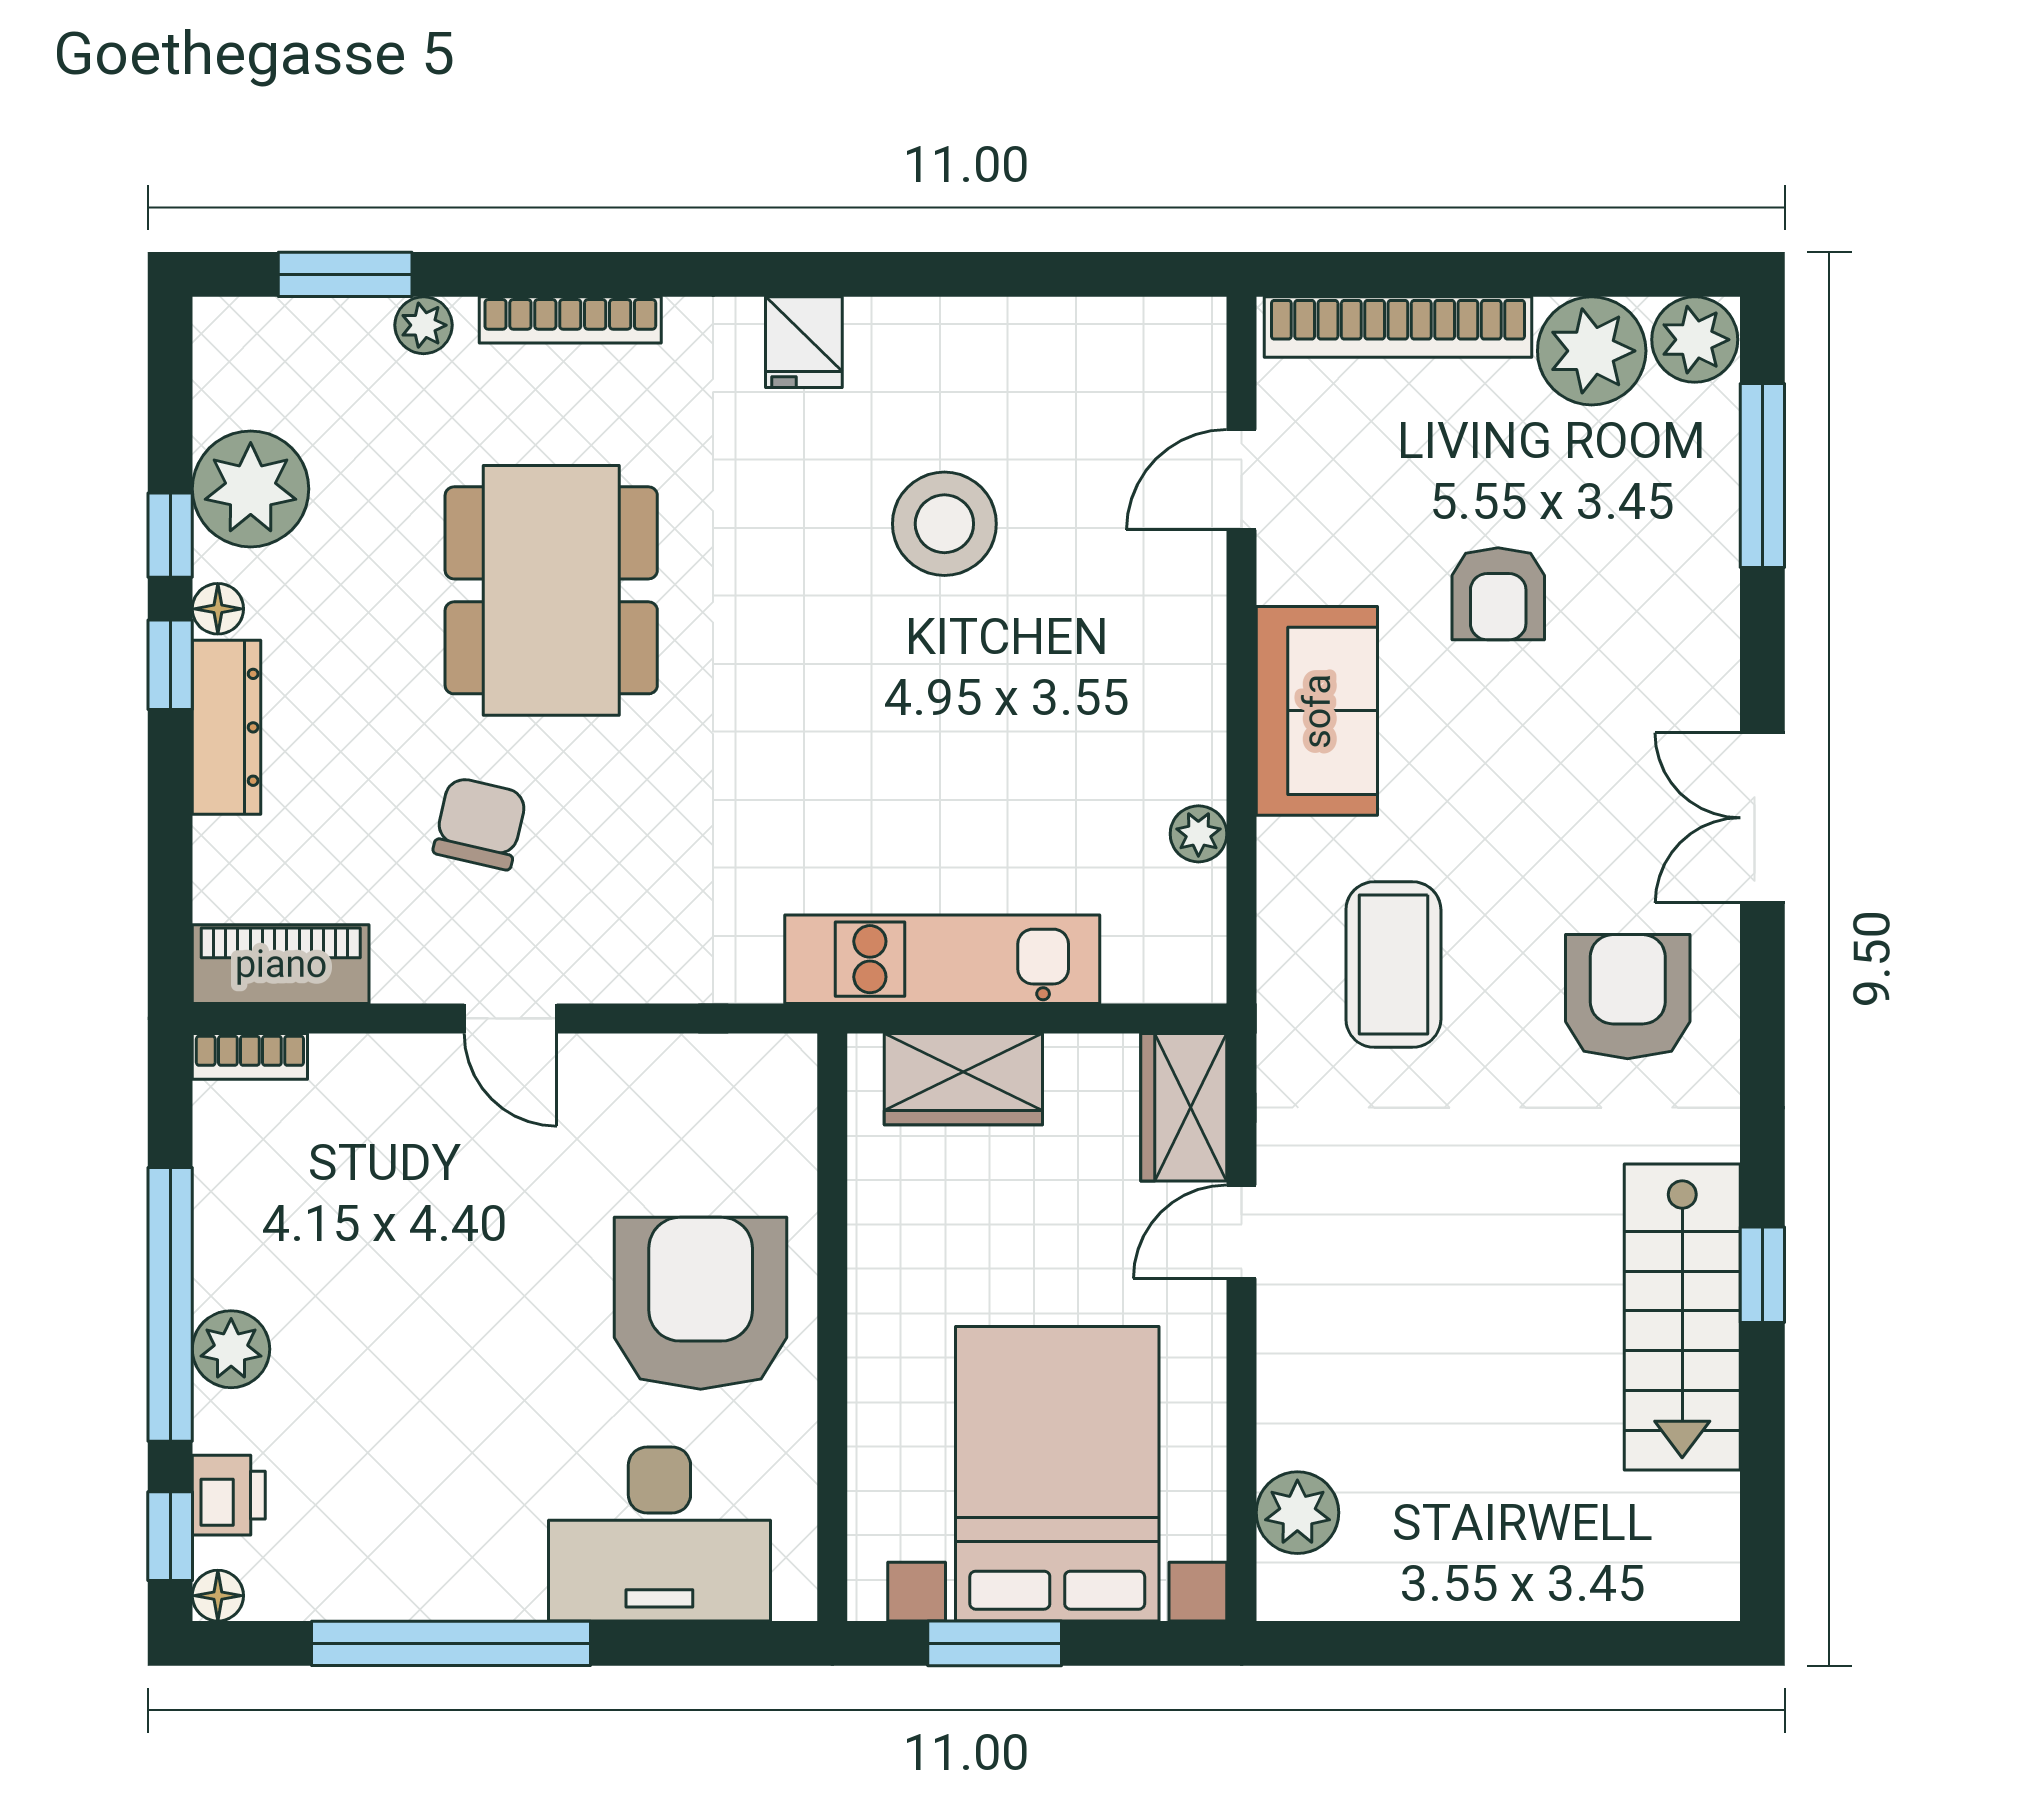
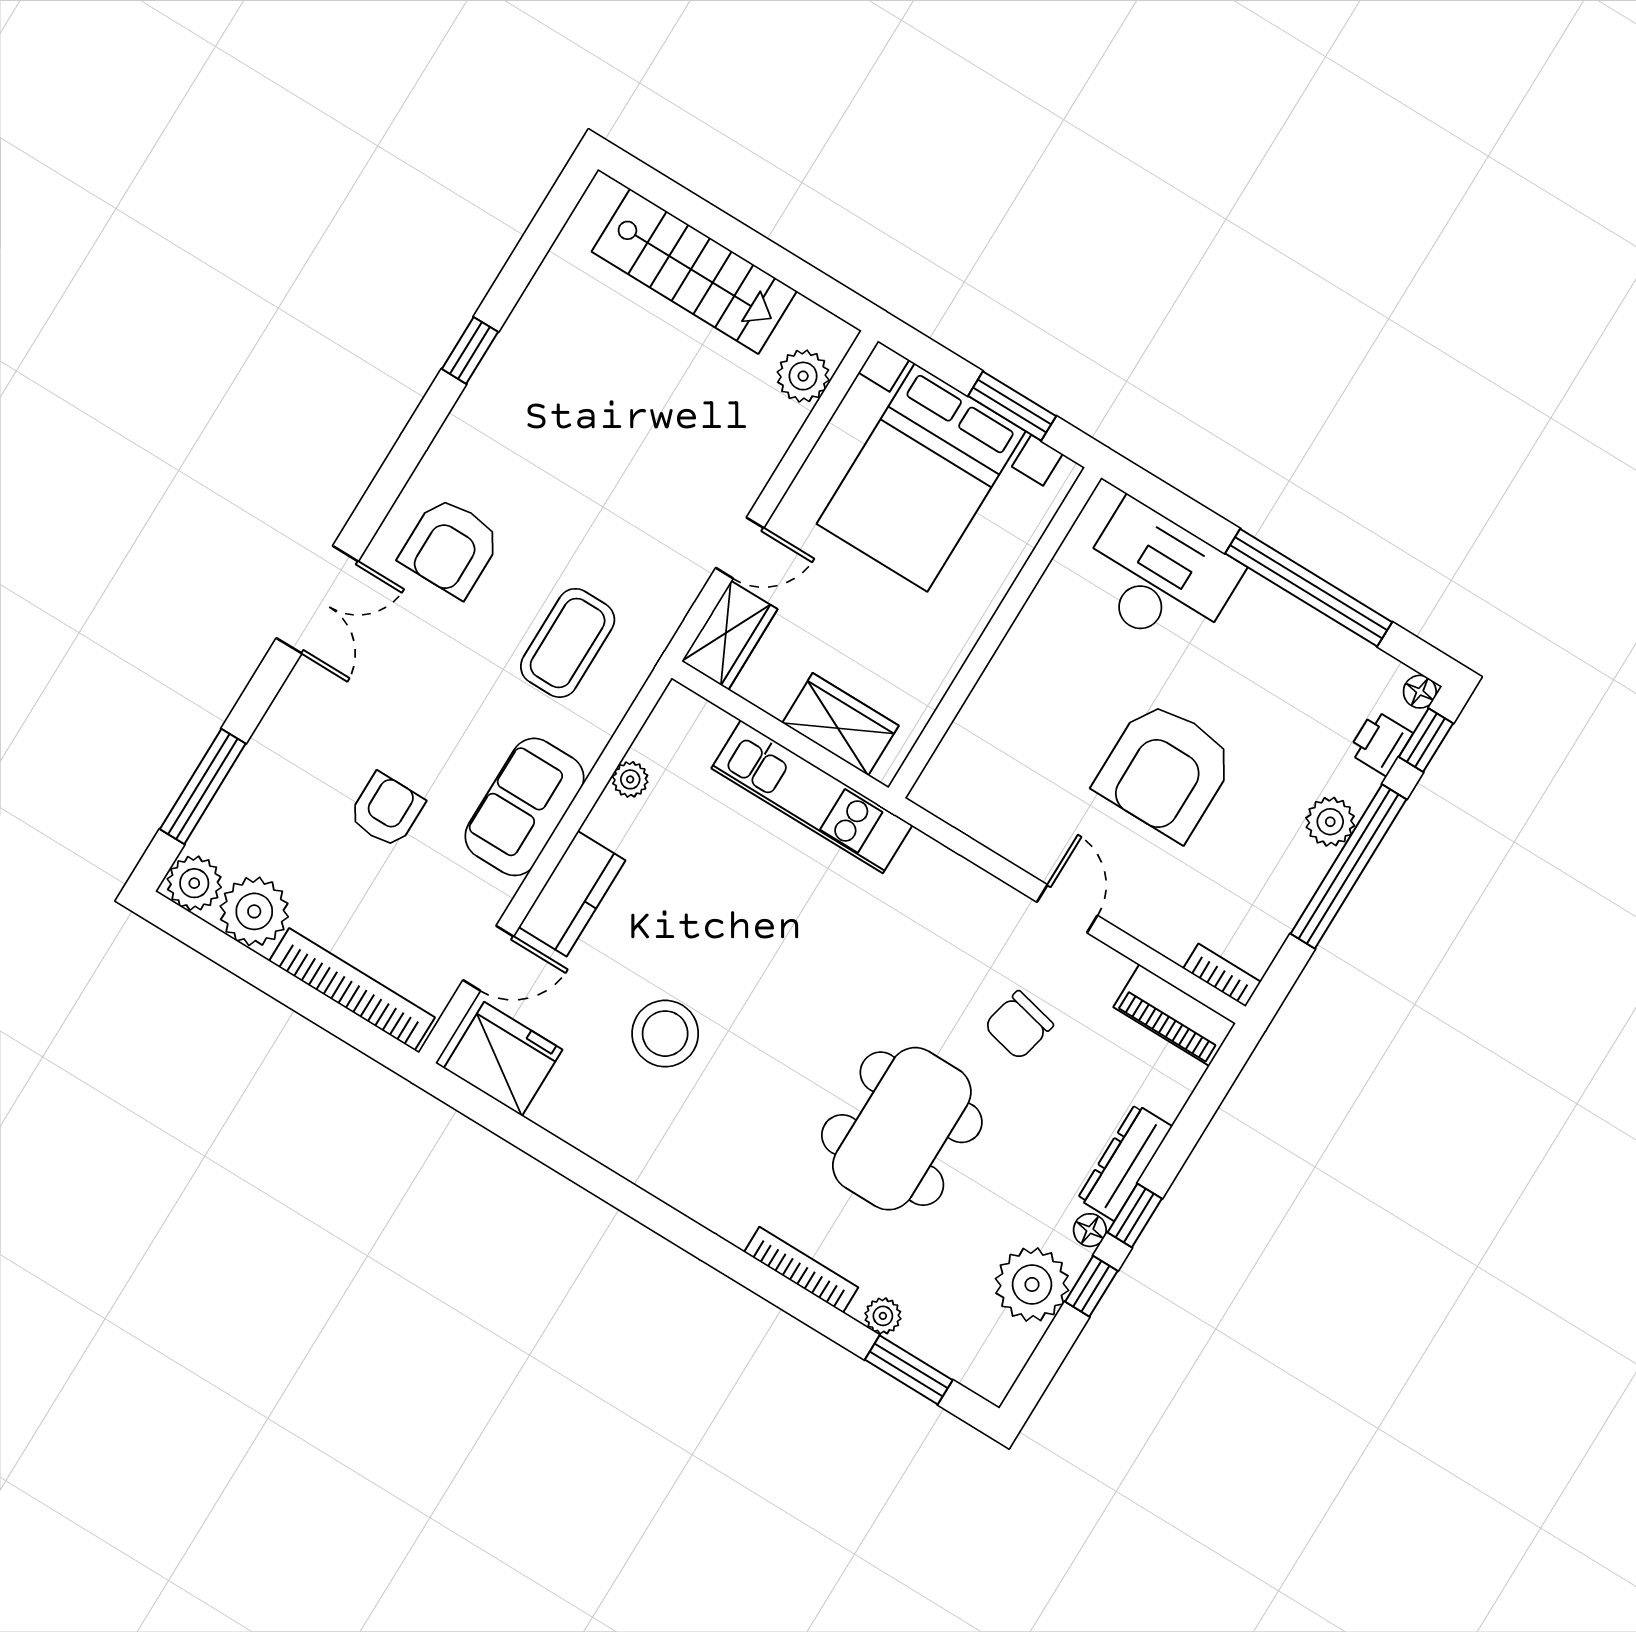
fridge: (804, 342) -> (503, 1059), moved, width x1.88, depth x1.34
kitchen counter: (1183, 634) -> (572, 894), added
armchair: (701, 1303) -> (1165, 770), moved
stairs: (1682, 1317) -> (694, 271), moved, turned 90

